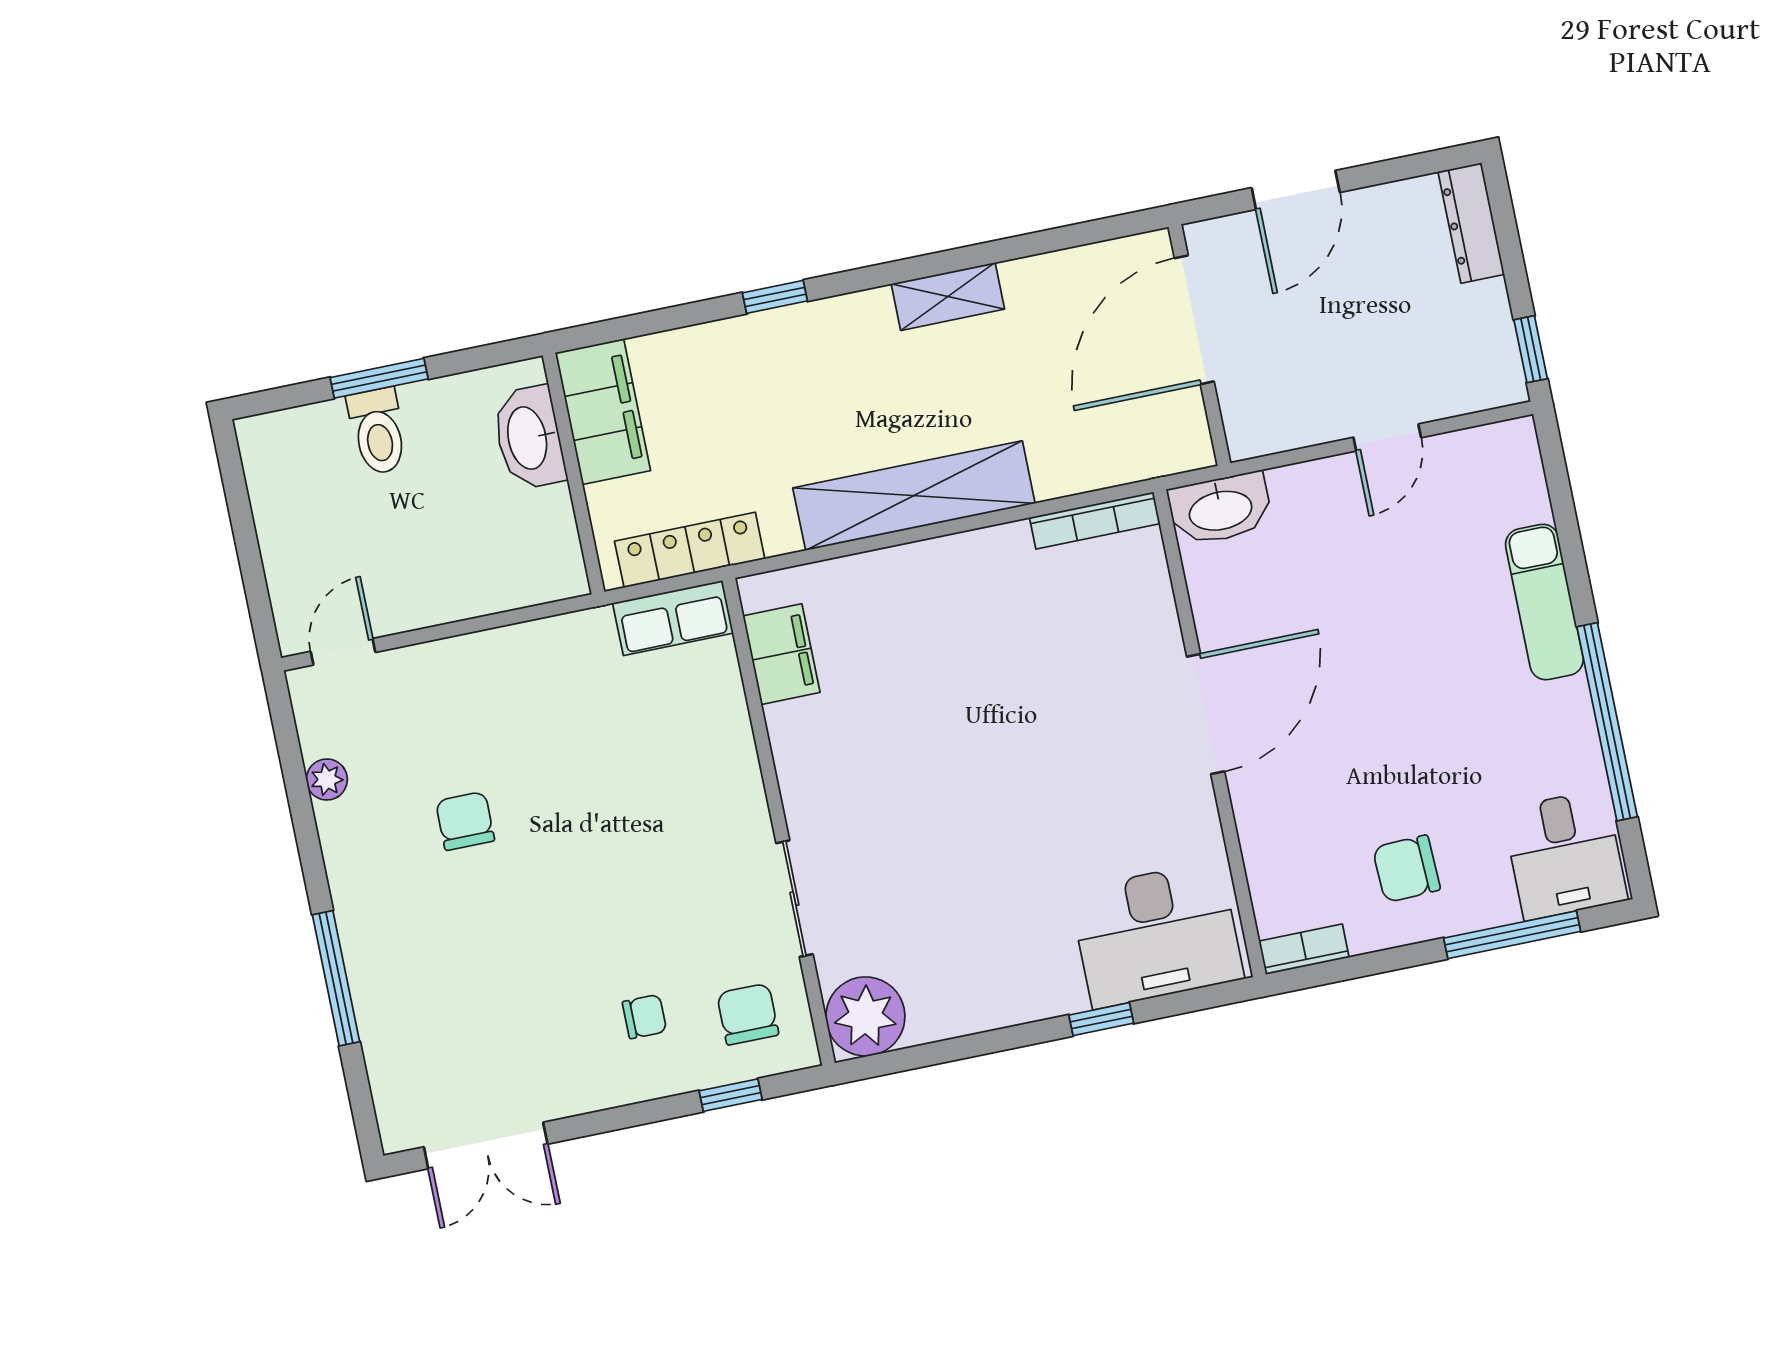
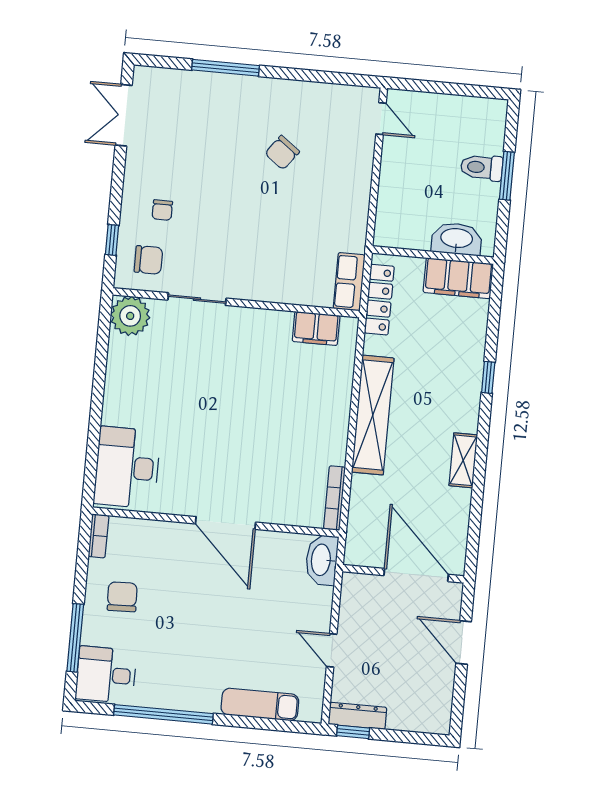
dresser: (1471, 223) -> (357, 716), moved
exam couch: (1544, 602) -> (260, 704), moved
plant: (327, 780) -> (322, 92), removed
chair: (465, 821) -> (282, 153), turned 127
window: (1101, 1019) -> (95, 429), removed

